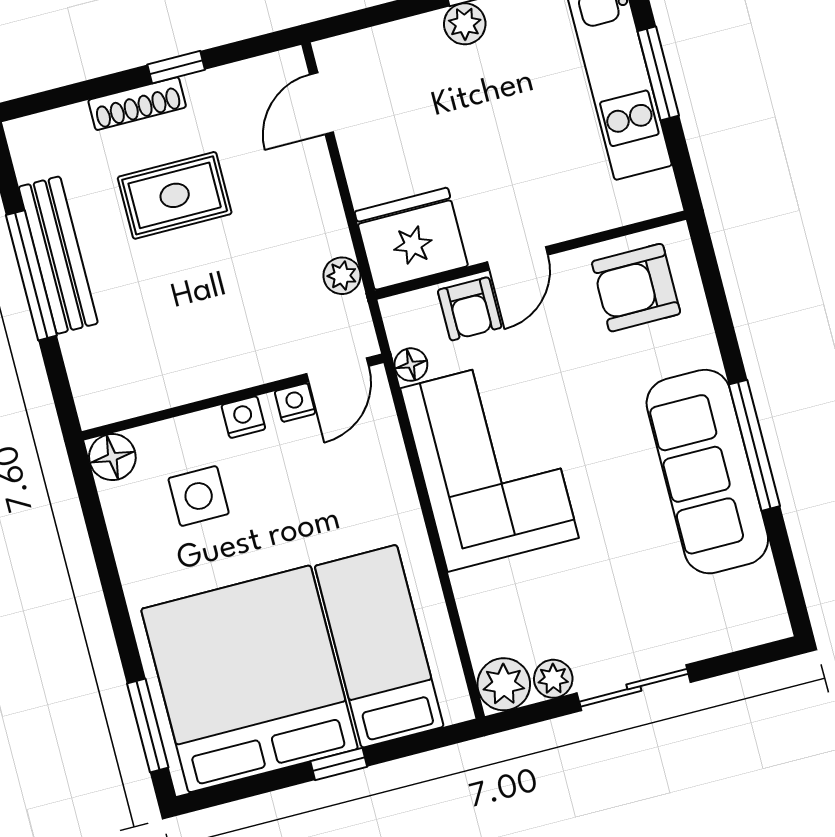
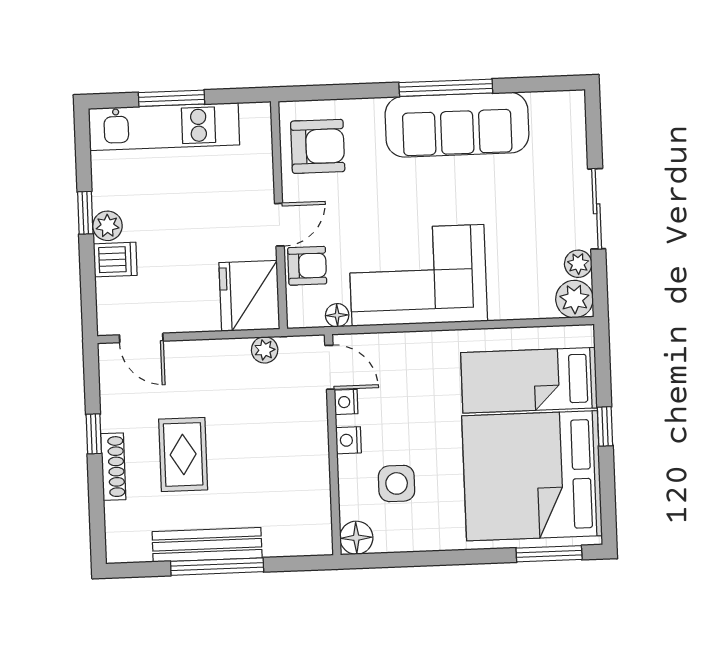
dishwasher: (421, 45) -> (115, 260), added
door: (517, 258) -> (279, 225), hinge flipped
armchair: (636, 288) -> (318, 146), turned -90

